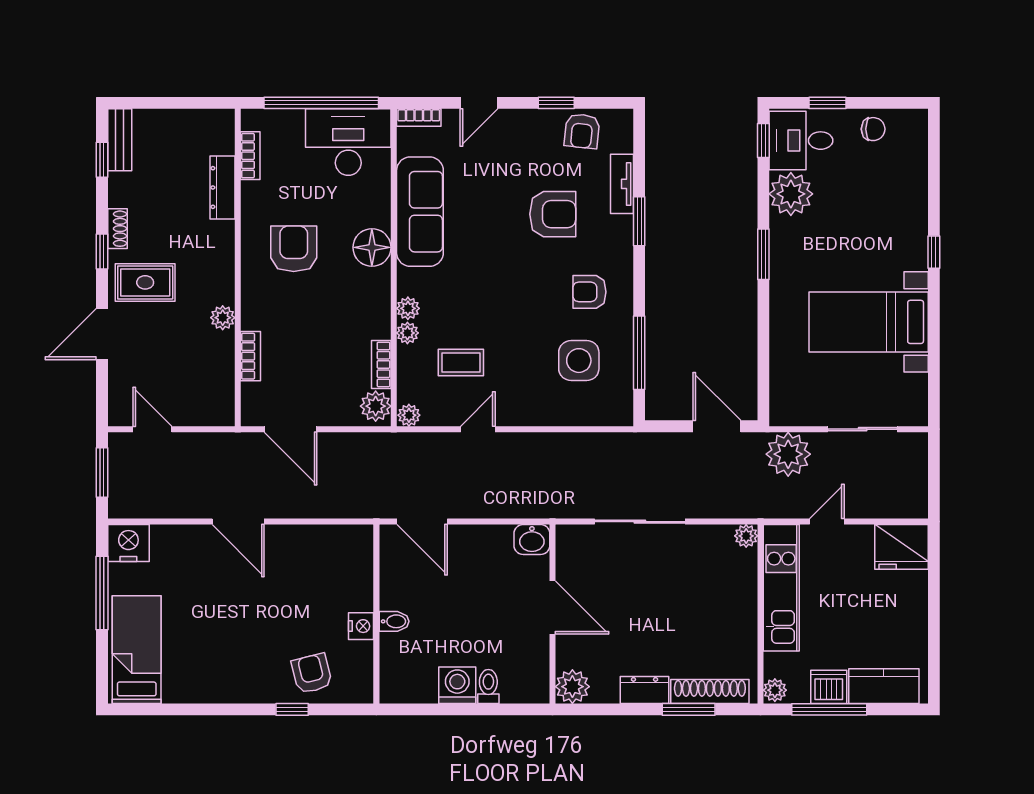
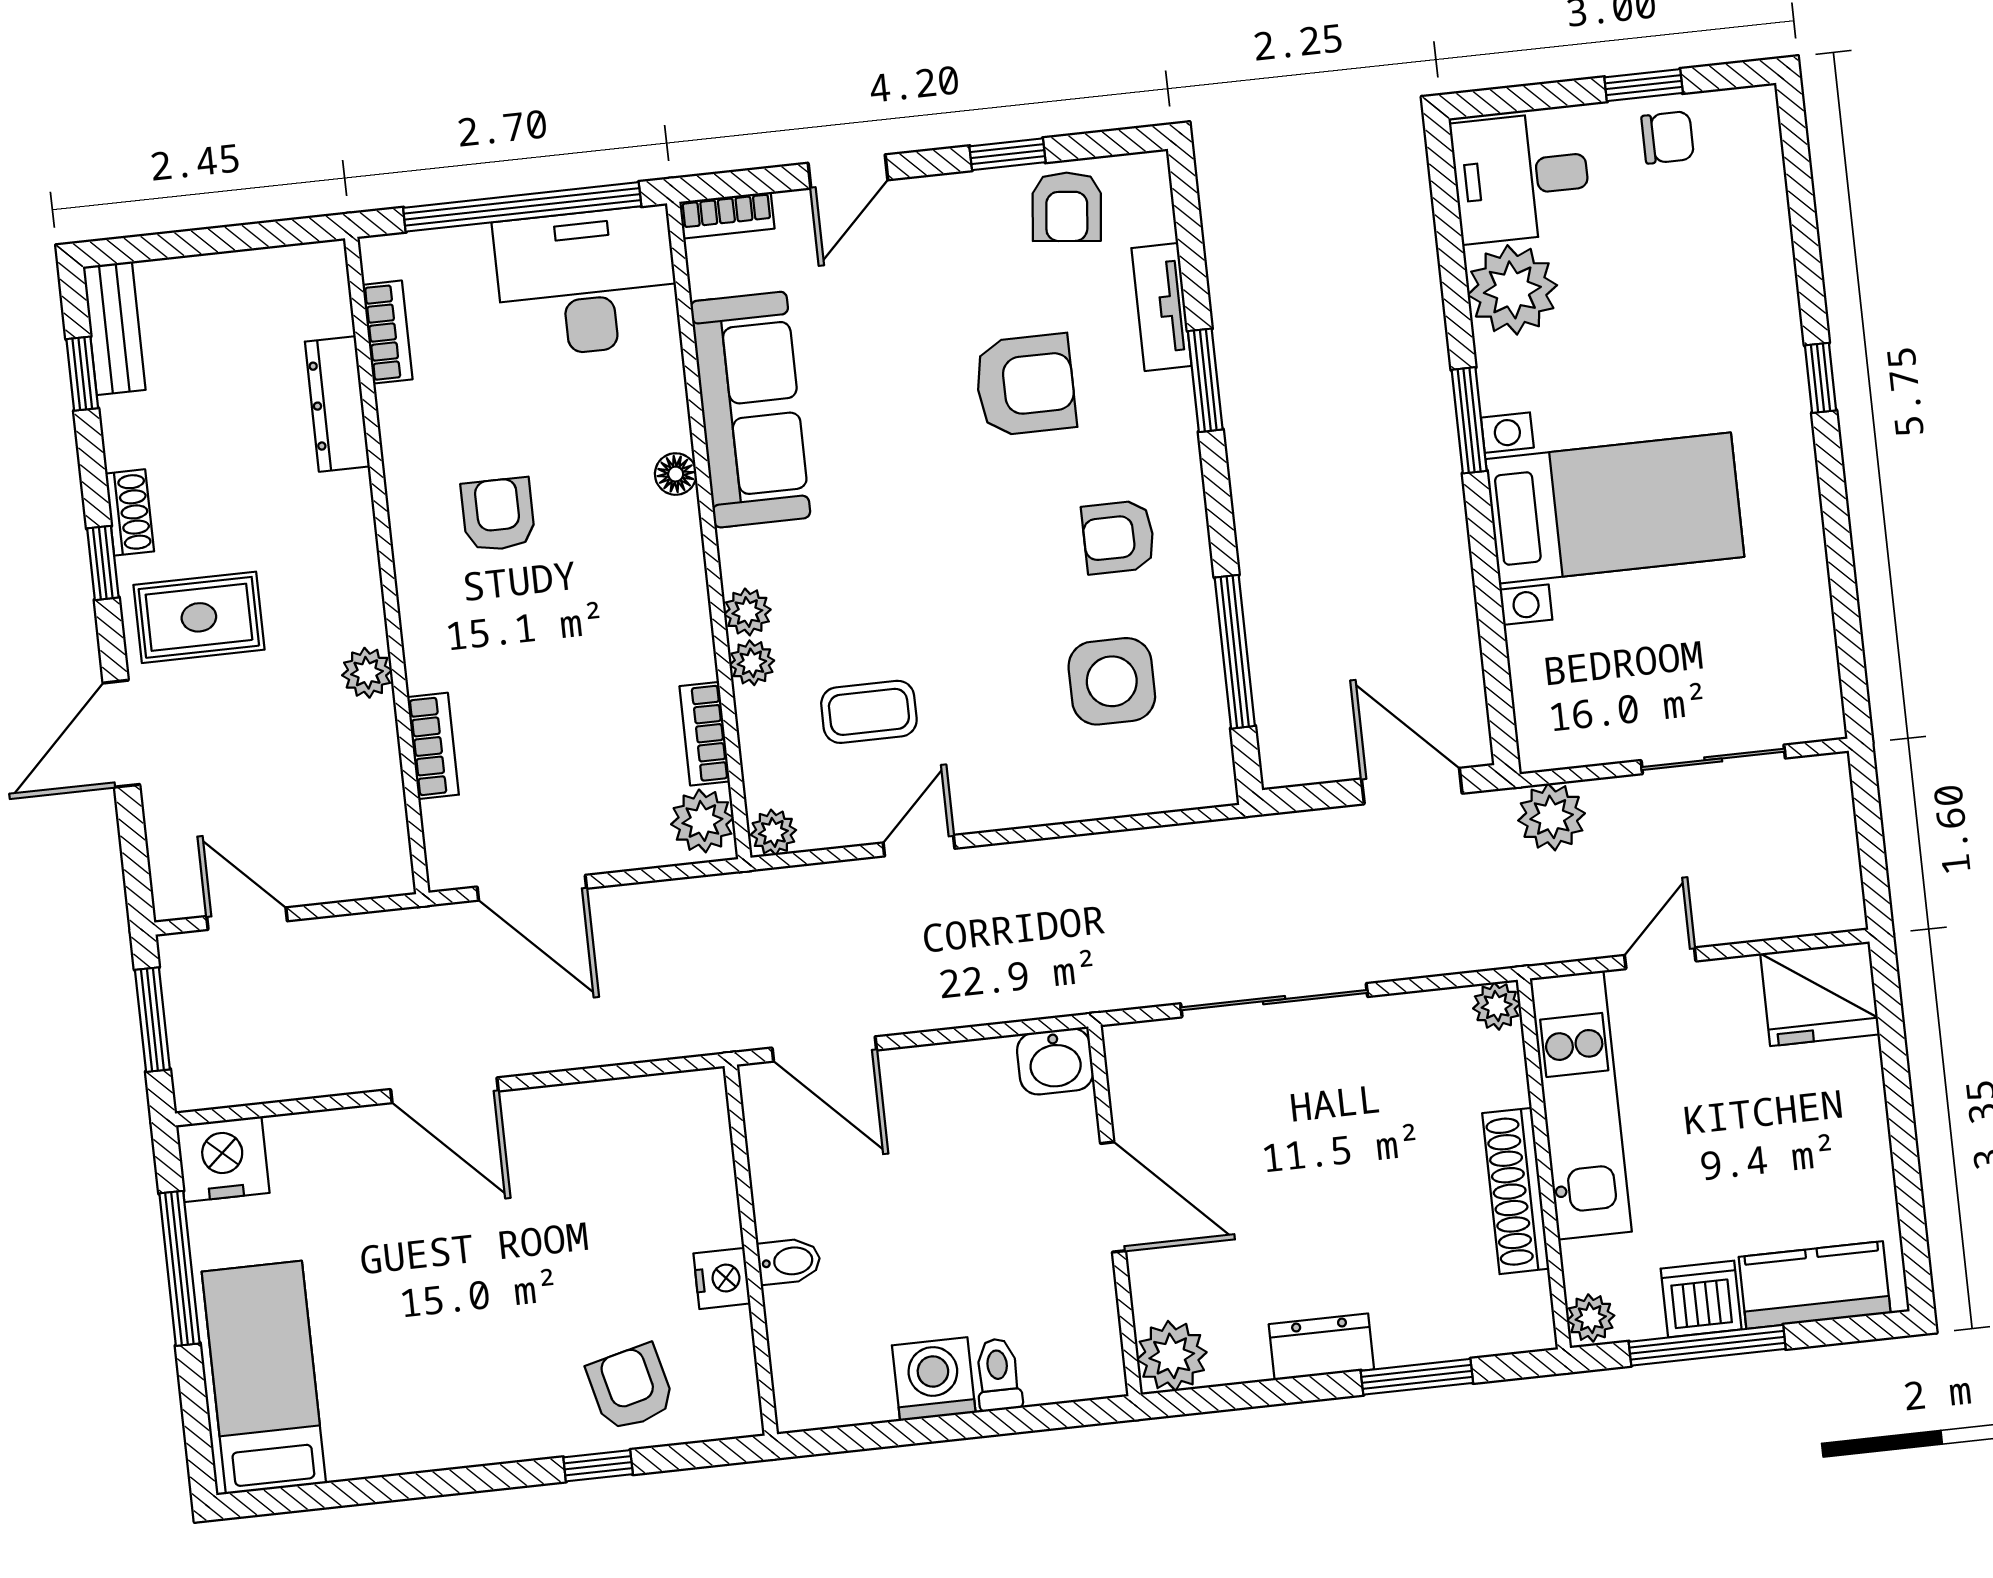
window: (828, 103) -> (1644, 85), moved
window: (763, 140) -> (1444, 185), removed
floor lamp: (372, 247) -> (676, 474), width x0.53, depth x0.53
armchair: (294, 249) -> (498, 514), width x0.72, depth x0.72
bed with nightstands: (869, 322) -> (1615, 508), moved, turned 180
plant: (788, 454) -> (1552, 817), width x0.73, depth x0.73
shoe rack: (710, 691) -> (1516, 1191), moved, turned -90

